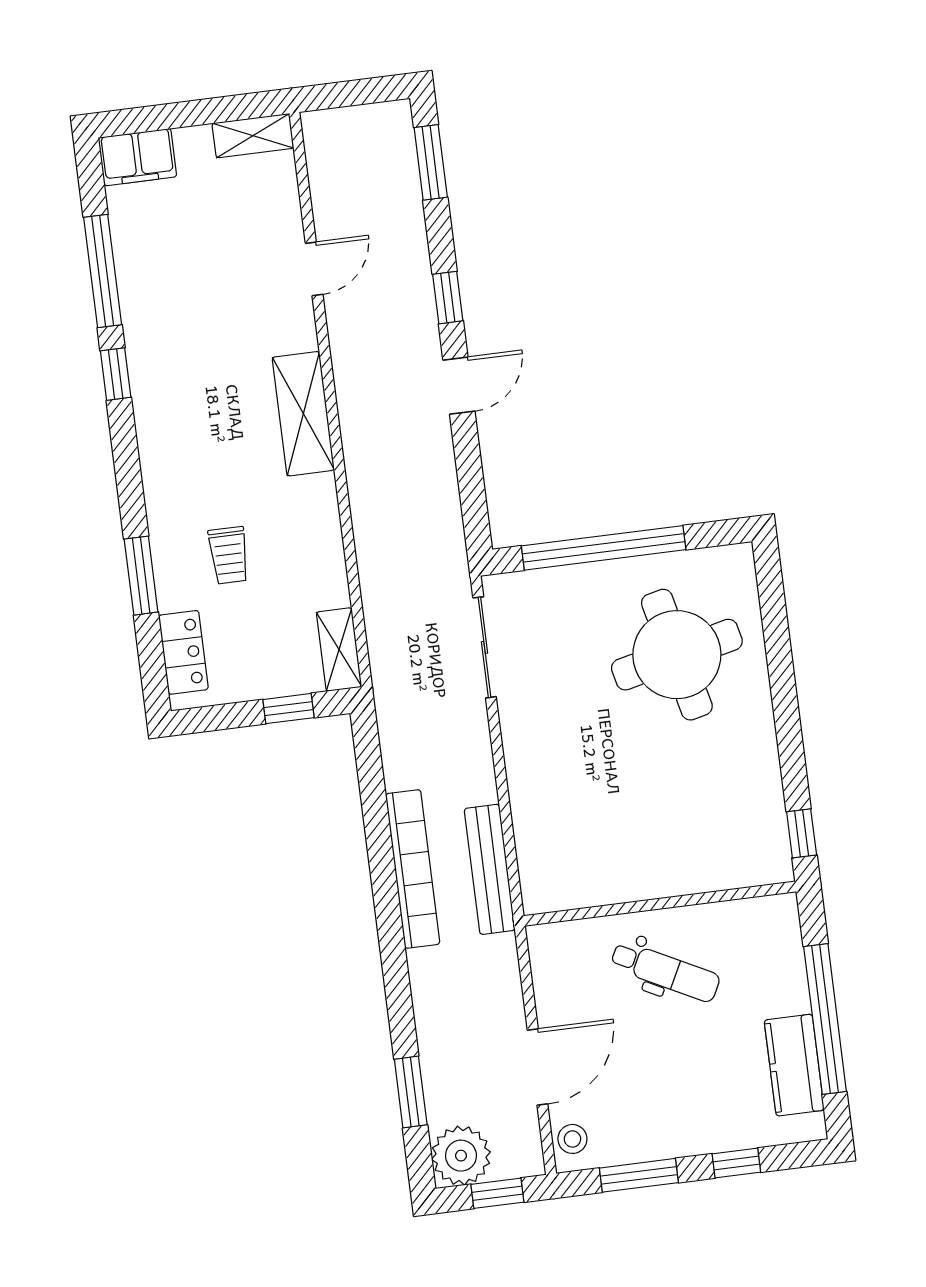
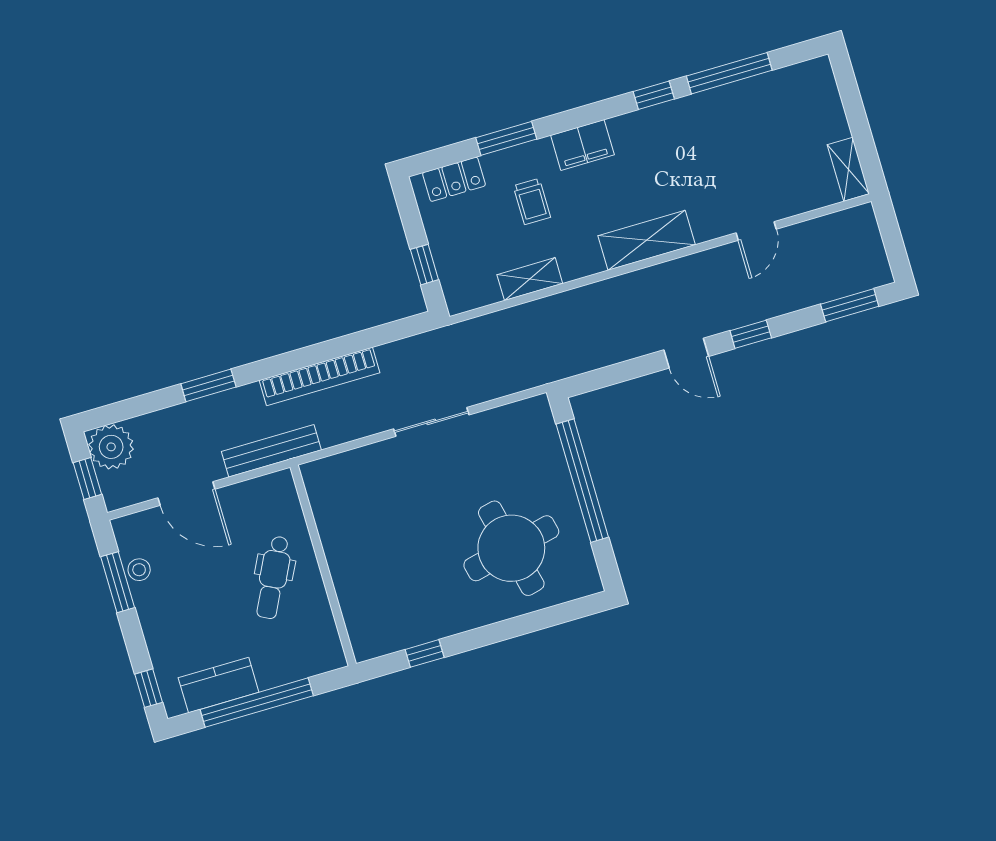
filing cabinet: (137, 157) -> (582, 145), moved, turned -90
door: (314, 269) -> (756, 231), hinge flipped
trolley: (229, 555) -> (532, 201), turned -90
sliding door: (485, 647) -> (431, 422), moved
shelving: (339, 650) -> (530, 279), moved
window: (802, 833) -> (425, 653), moved
bench: (490, 869) -> (271, 451), moved
window: (411, 1092) -> (208, 385), moved
stool: (572, 1139) -> (139, 570), moved
window: (736, 1163) -> (149, 688), moved

